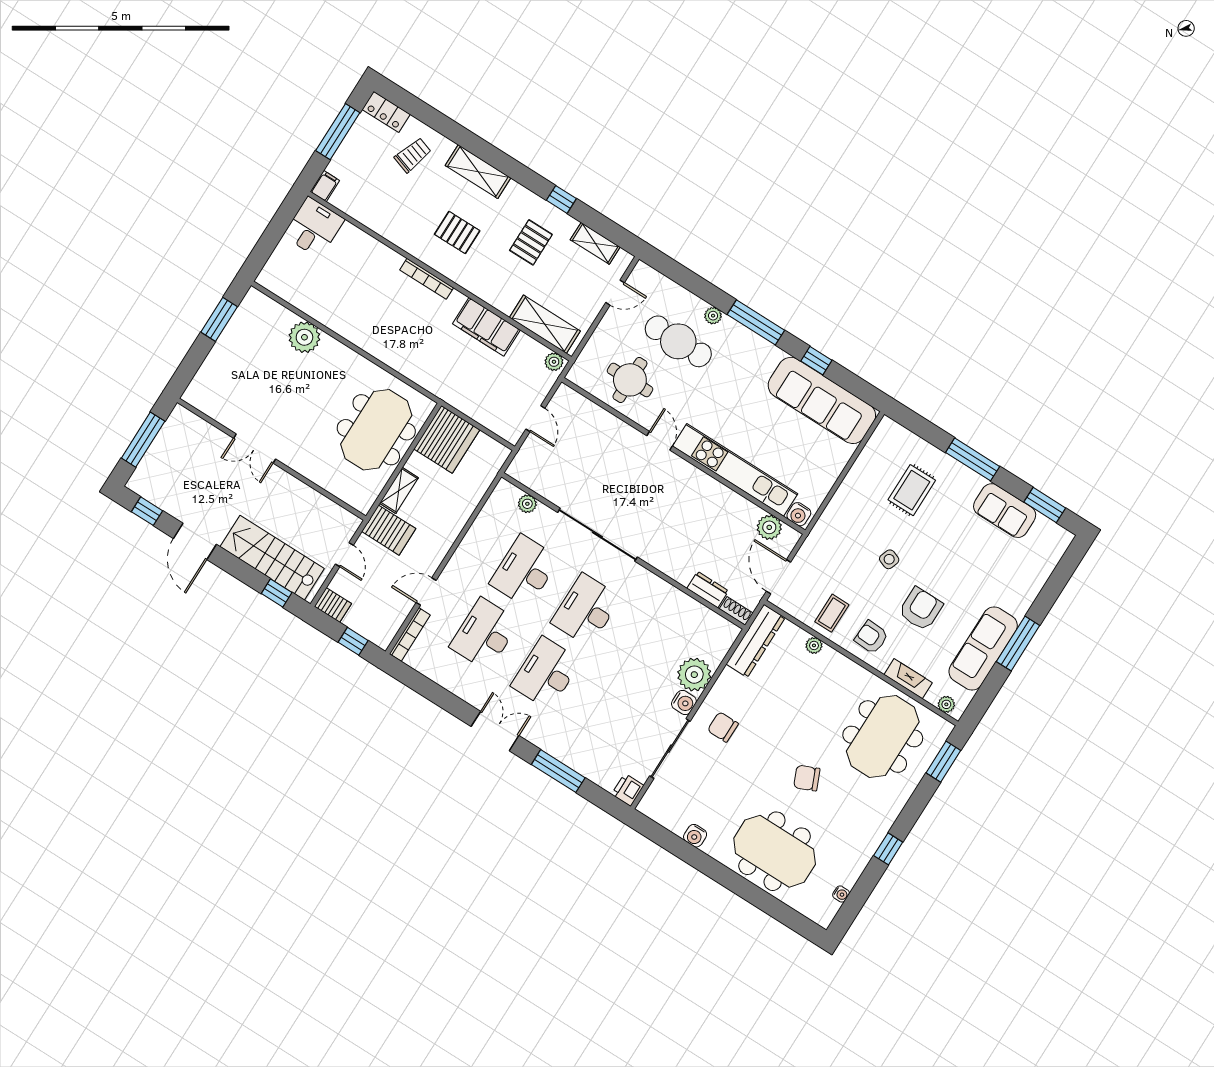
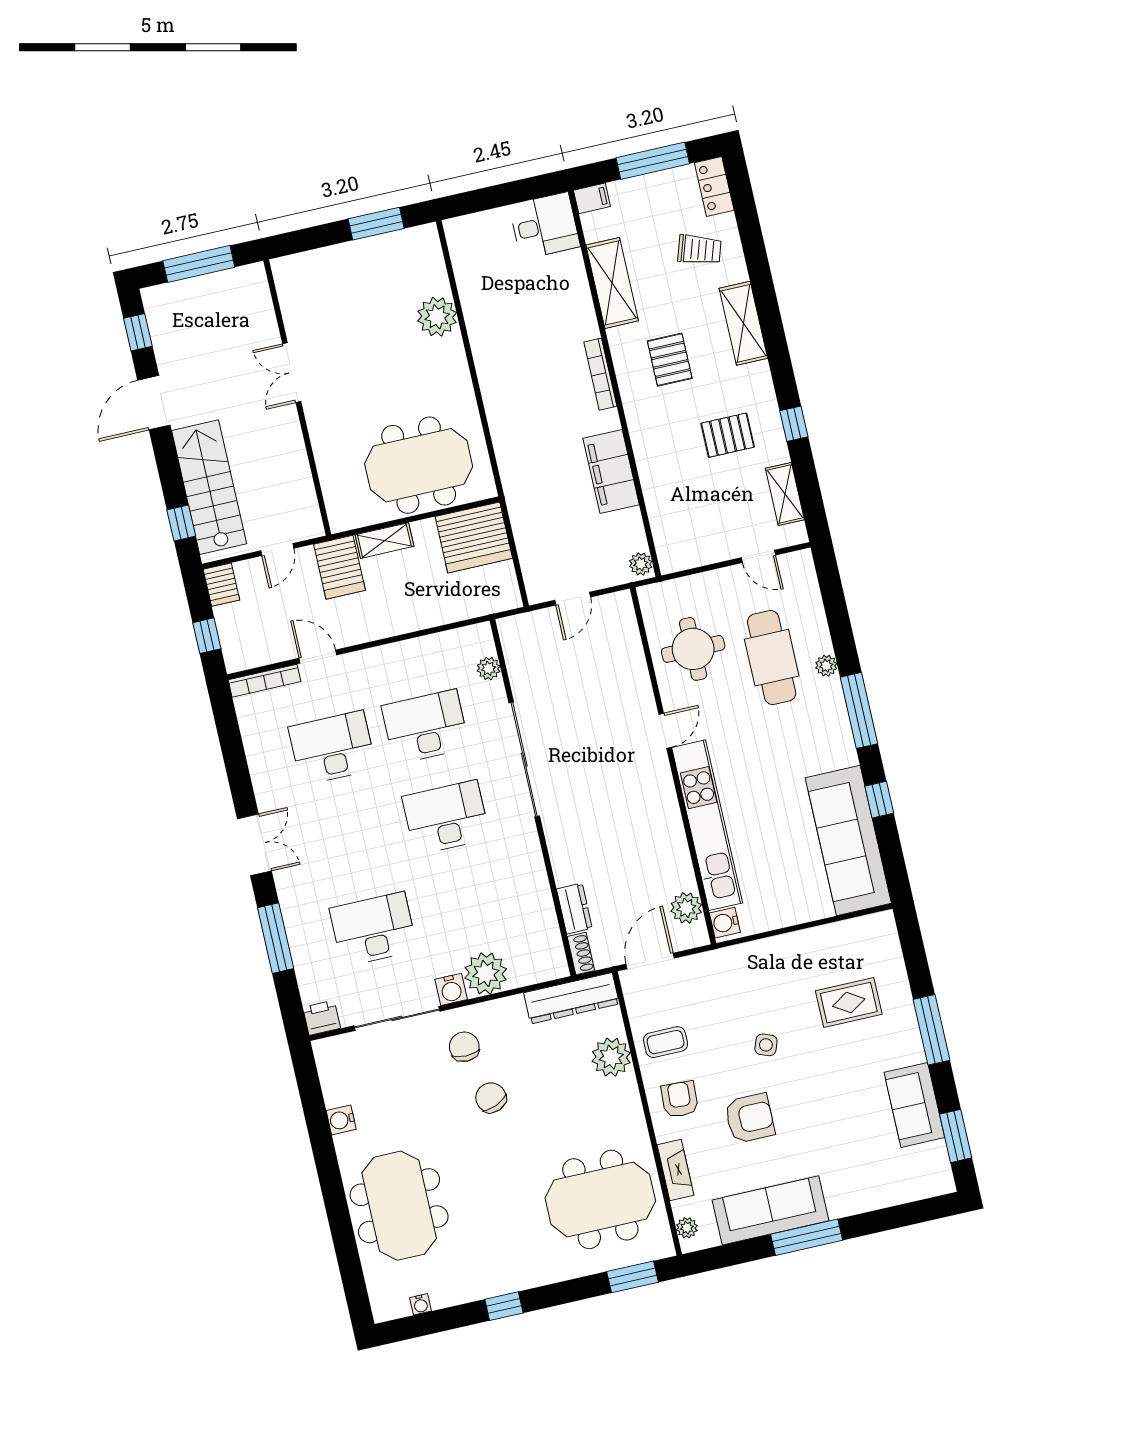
shelving: (545, 324) -> (612, 283), moved
plant: (814, 645) -> (611, 1057), width x1.88, depth x1.88
desk: (546, 673) -> (373, 929), moved
chair: (807, 778) -> (491, 1098), moved

